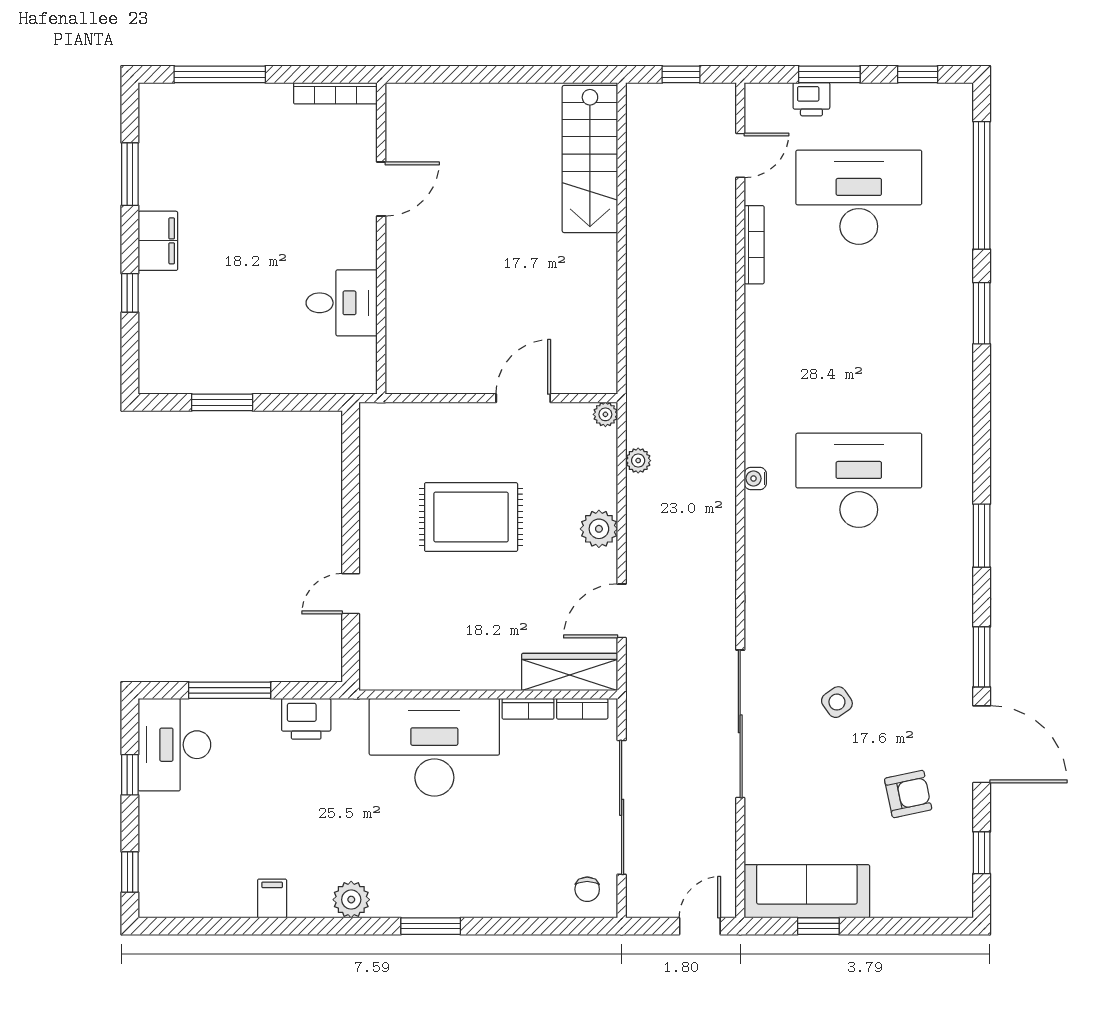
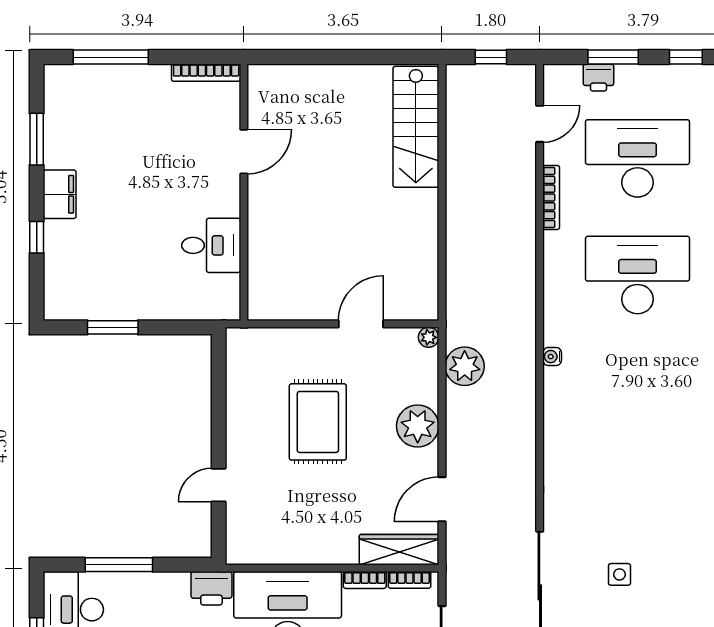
plant: (638, 461) -> (465, 366), width x1.87, depth x1.87
water cooler: (755, 478) -> (552, 357), moved
desk: (859, 480) -> (637, 275), moved
rug: (471, 517) -> (318, 422), turned 90
plant: (599, 529) -> (418, 426), width x1.36, depth x1.36
side table: (837, 702) -> (619, 574), turned 35
printer: (306, 719) -> (211, 588), moved

